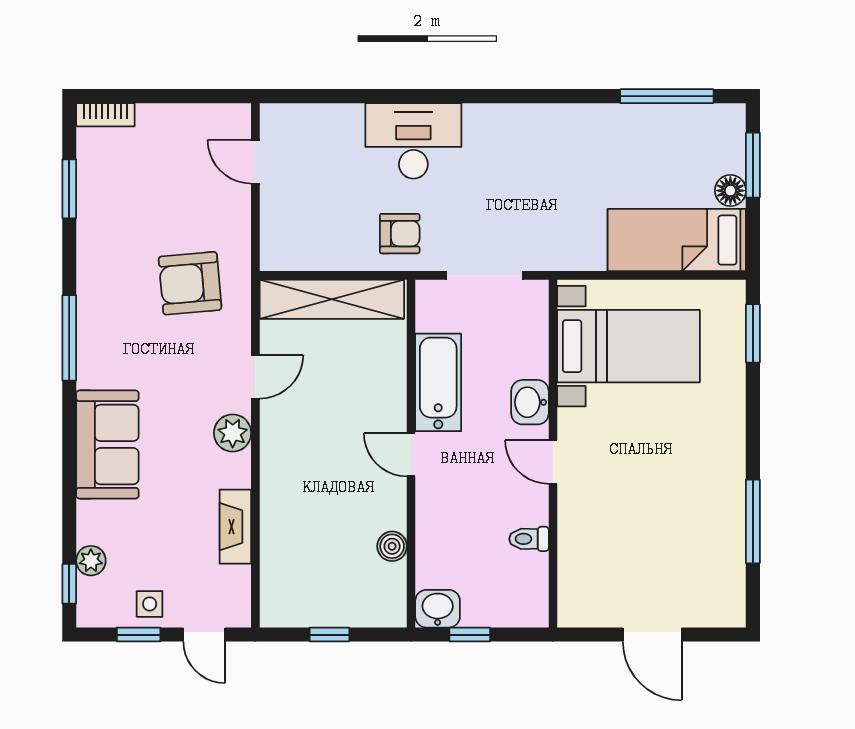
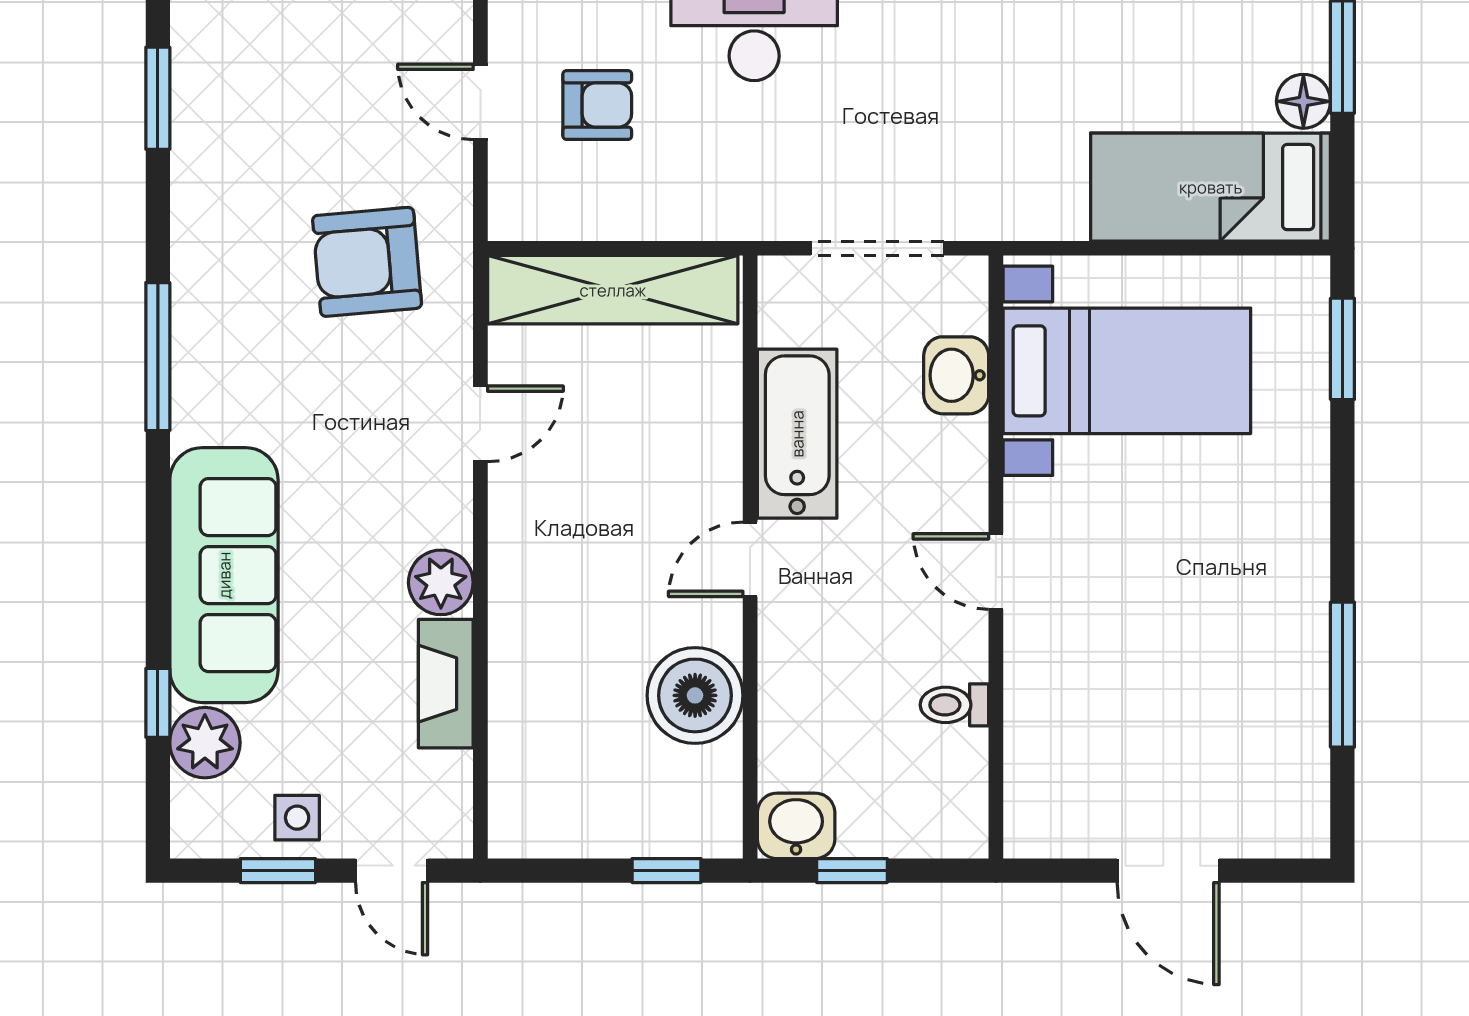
door: (255, 162) -> (480, 102), moved
armchair: (400, 234) -> (597, 105), moved
washbasin: (530, 402) -> (956, 375), moved
plant: (233, 433) -> (441, 582), moved
sofa: (107, 445) -> (224, 575), width x1.36
door: (411, 455) -> (750, 559), hinge flipped
boiler: (392, 546) -> (695, 695), width x1.86, depth x1.86
plant: (91, 561) -> (205, 743), width x1.38, depth x1.38
window: (69, 584) -> (158, 703), moved
window: (329, 635) -> (666, 871), moved

